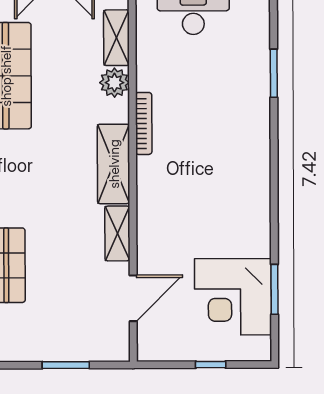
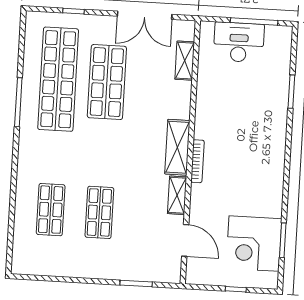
plant: (114, 83) -> (181, 91), removed
bookcase: (144, 123) -> (197, 161), moved
door: (133, 298) -> (185, 240), hinge flipped

